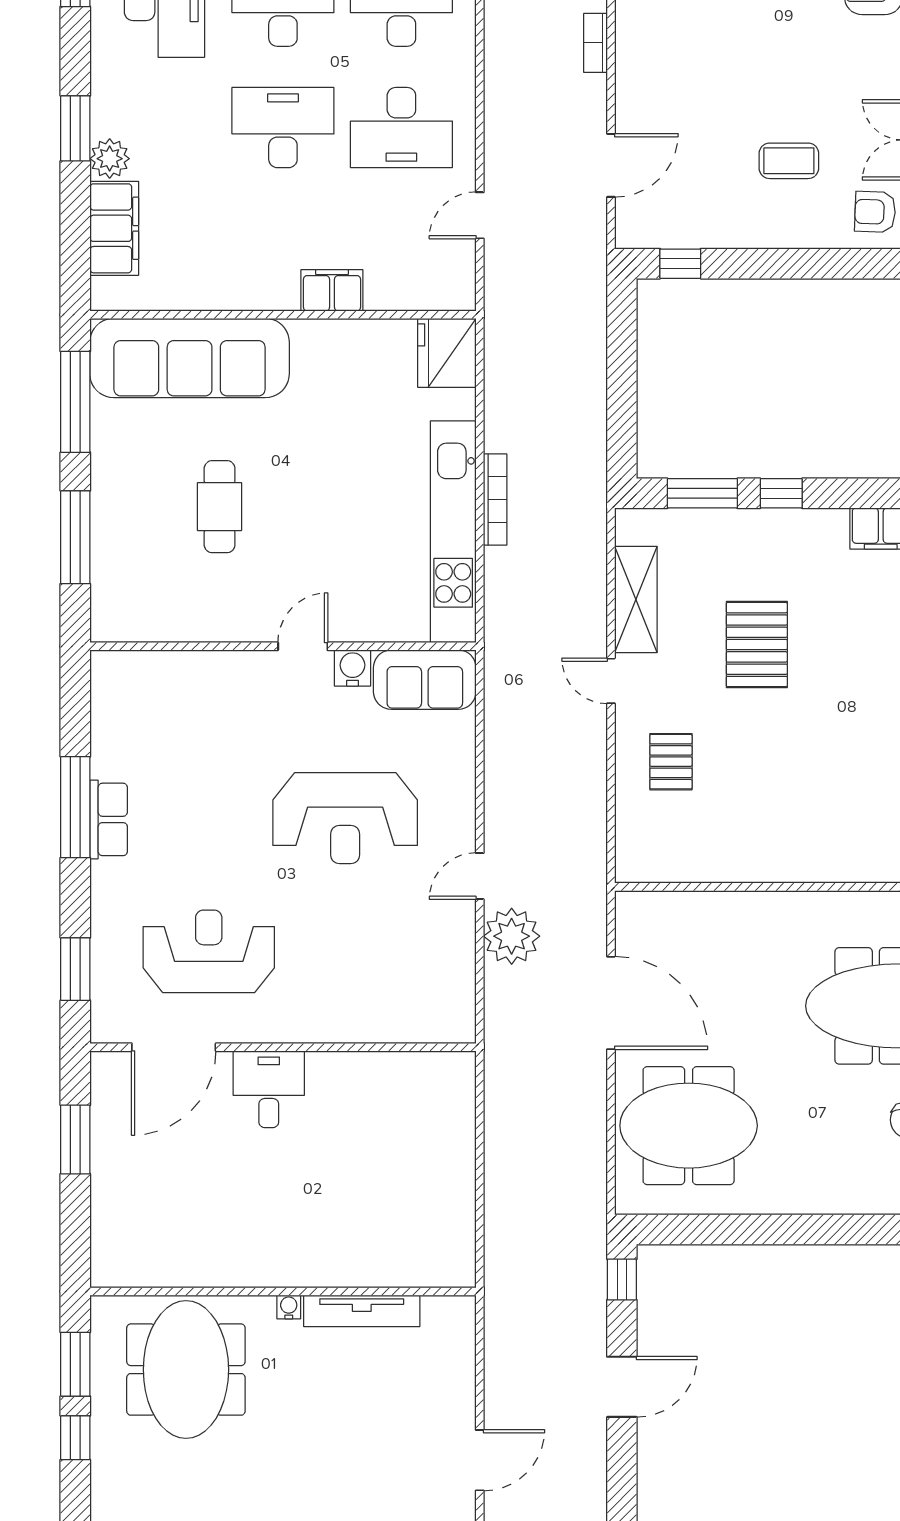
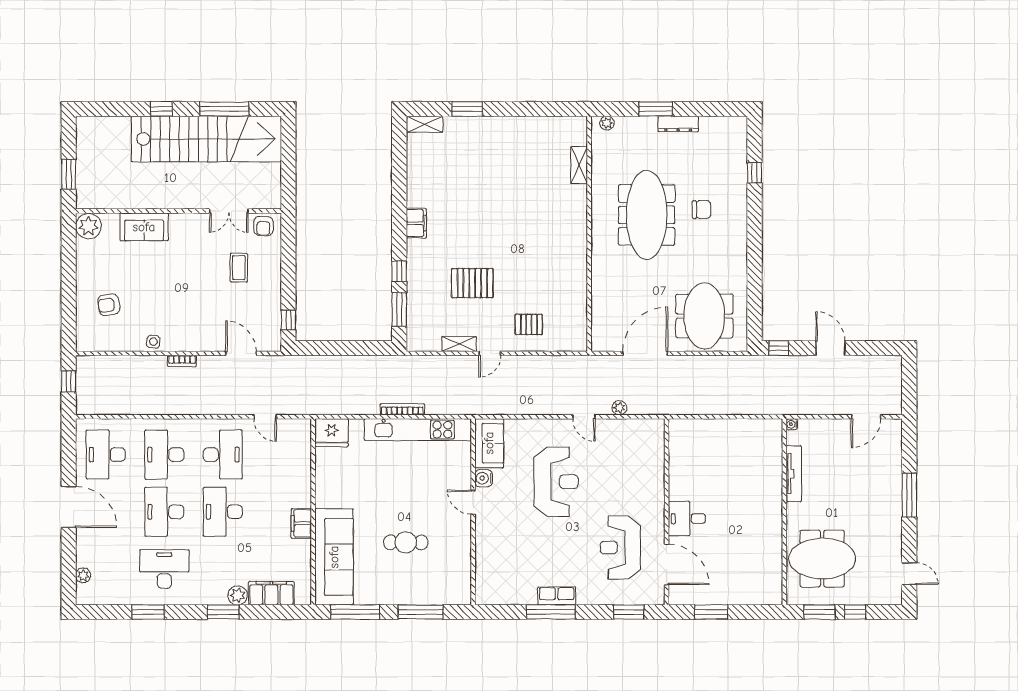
filing cabinet: (332, 290) -> (301, 523), moved
shelving: (636, 599) -> (459, 344), width x0.67, depth x0.75
plant: (512, 936) -> (619, 408), width x0.53, depth x0.53
water cooler: (289, 1307) -> (792, 424), moved
door: (480, 1460) -> (866, 417), swing flipped

